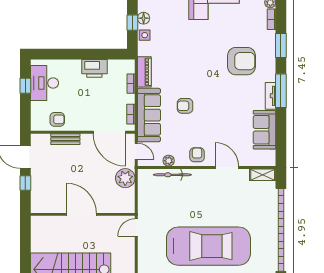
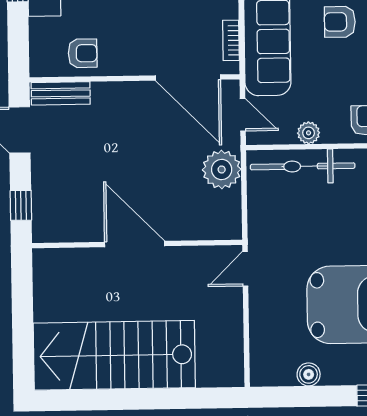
bench: (65, 139) -> (61, 93), moved
bicycle: (172, 175) -> (303, 166), width x1.37, depth x1.40
window: (25, 183) -> (21, 205), moved

